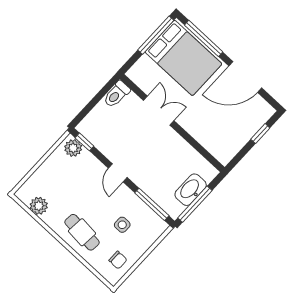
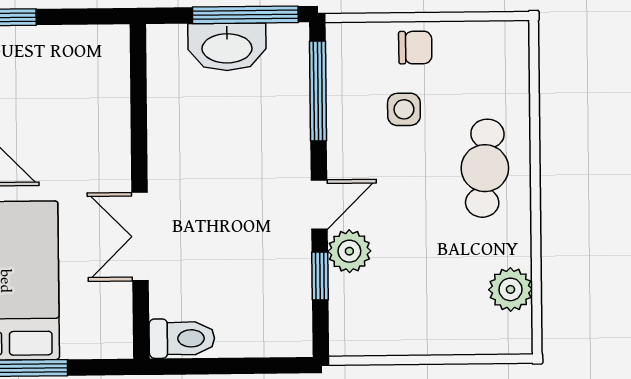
window: (84, 142) -> (320, 276), moved
plant: (73, 148) -> (349, 251), moved
chair: (118, 260) -> (415, 47), moved, turned 90

